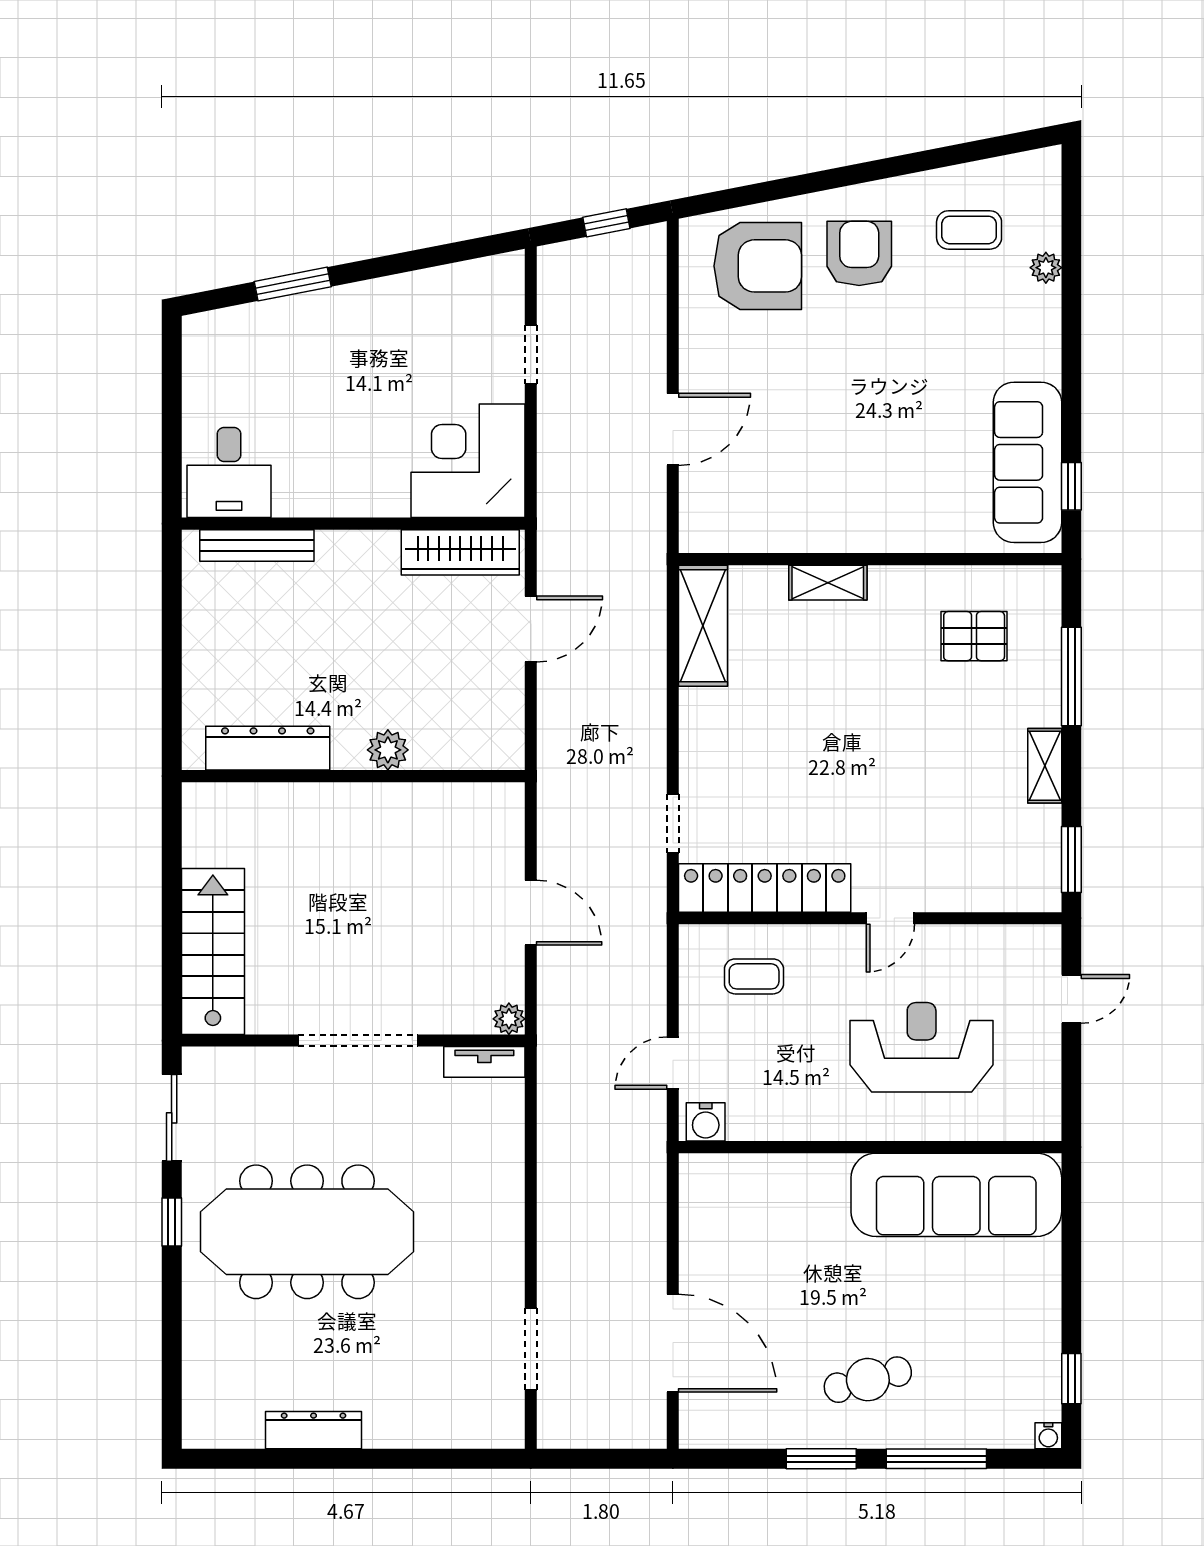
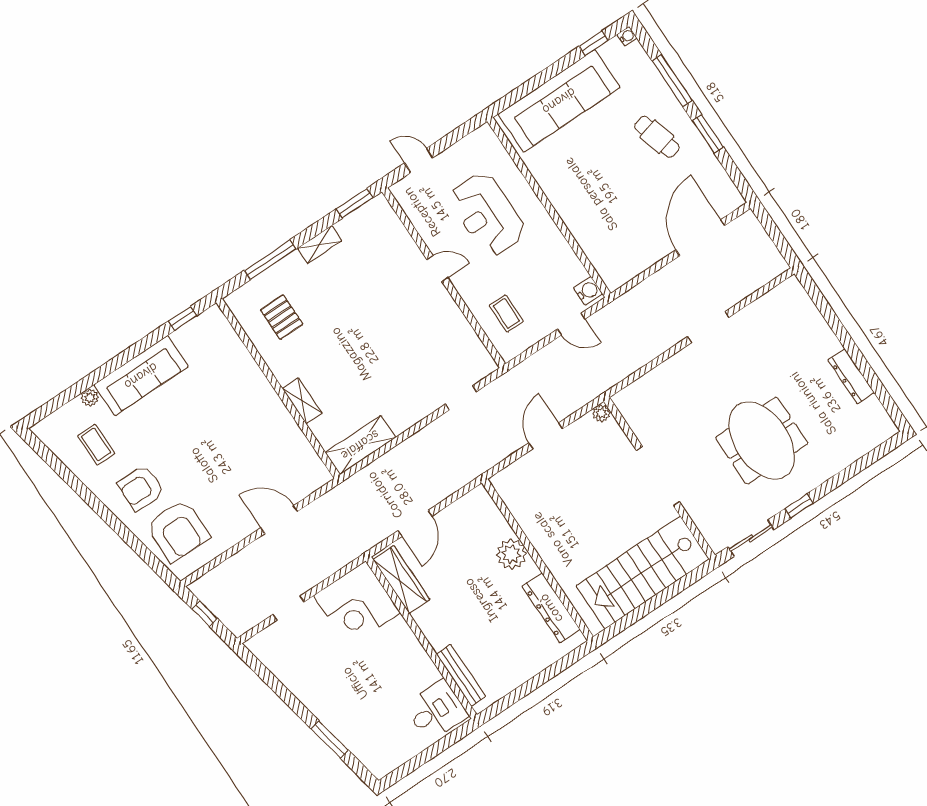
armchair: (758, 266) -> (178, 531), turned 180
sofa: (1027, 462) -> (141, 376), moved
door: (531, 629) -> (415, 523), swing flipped
plant: (388, 750) -> (511, 554), width x1.36, depth x1.36
locker: (765, 888) -> (462, 336), removed
stairs: (213, 951) -> (643, 572), width x1.36, depth x1.51
tv unit: (484, 1062) -> (629, 411), removed
sofa: (956, 1195) -> (559, 101), moved, turned 90
meeting table: (307, 1232) -> (762, 441), width x0.73
doorway: (531, 1349) -> (708, 327), moved

